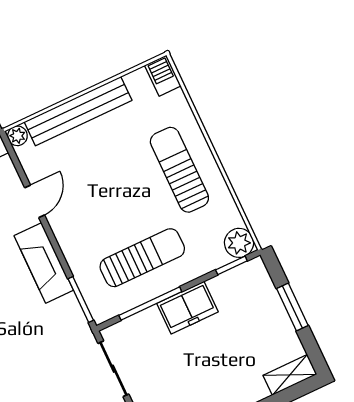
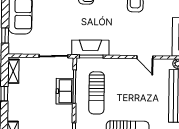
fireplace: (44, 263) -> (90, 48), moved
freezer: (187, 308) -> (65, 91), moved

